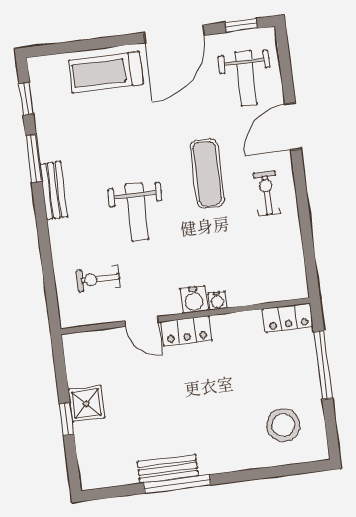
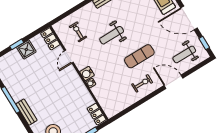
locker: (186, 331) -> (50, 39), moved
bench: (168, 469) -> (26, 112), moved

